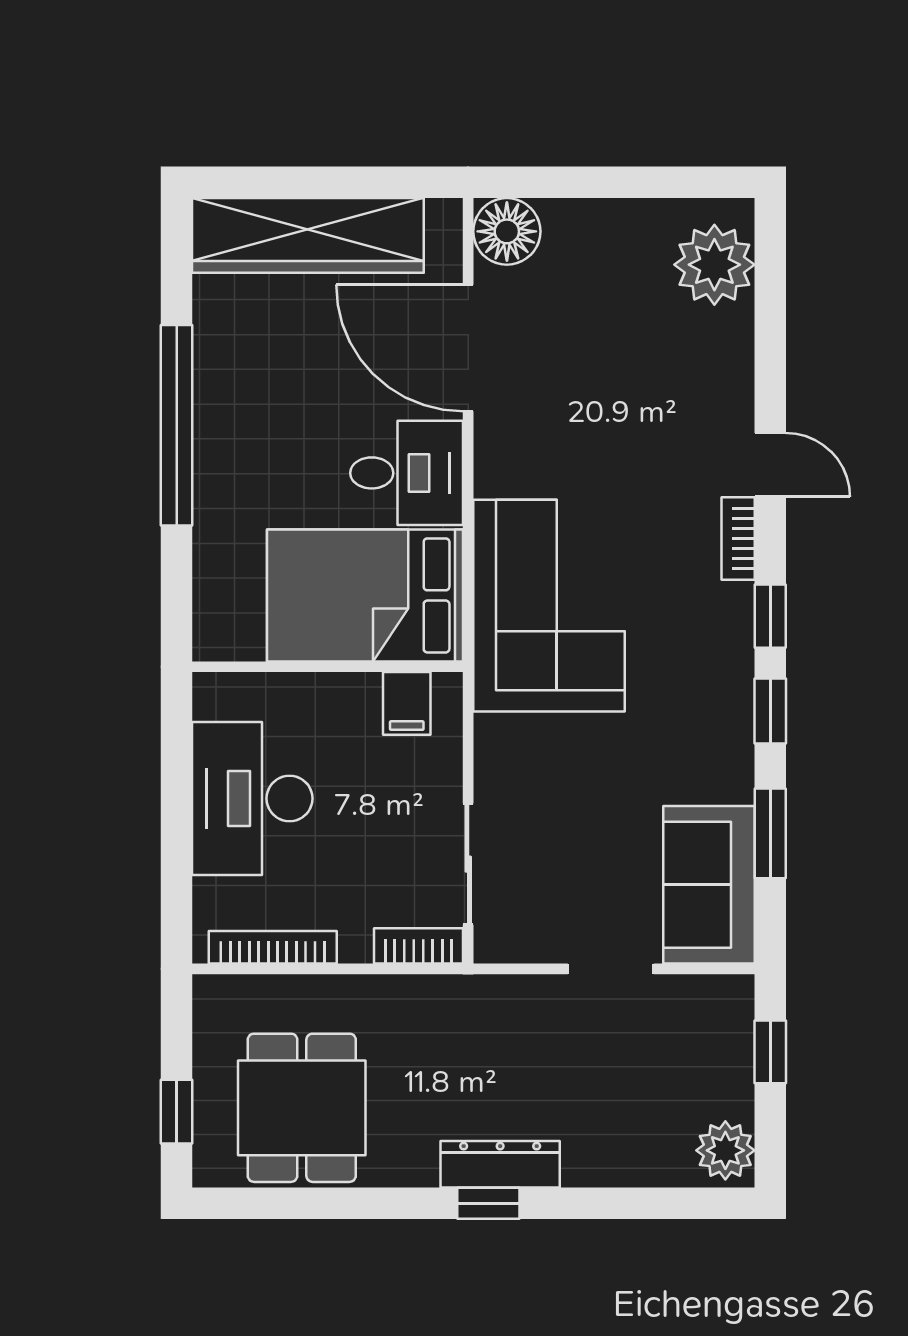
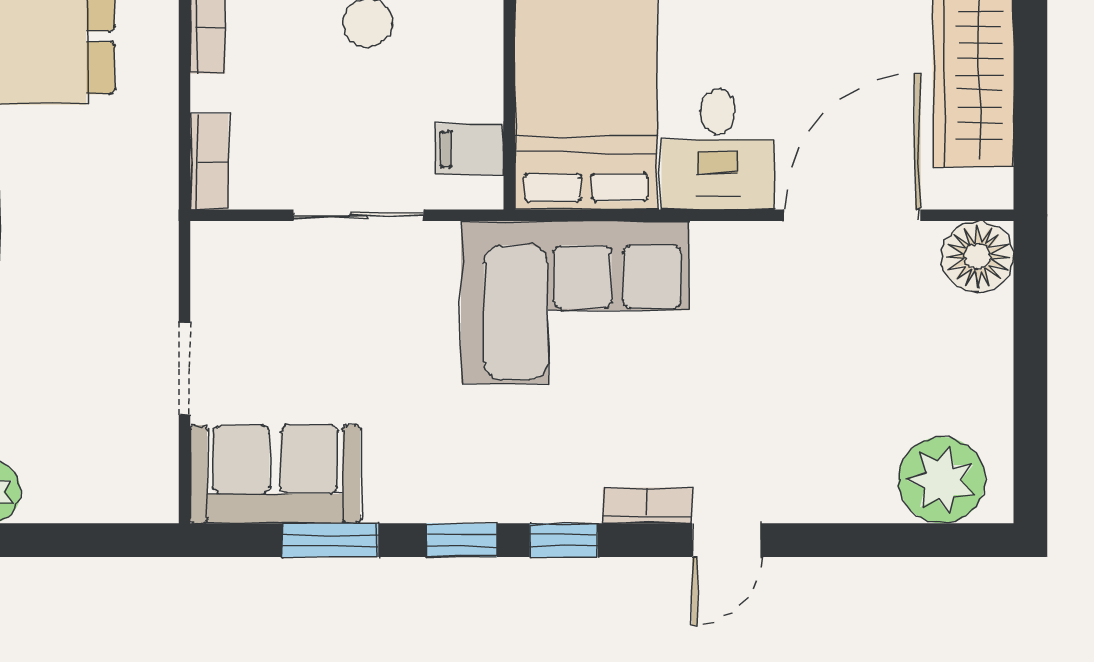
sliding door: (468, 864) -> (359, 215), moved
window: (770, 1052) -> (95, 540), removed

